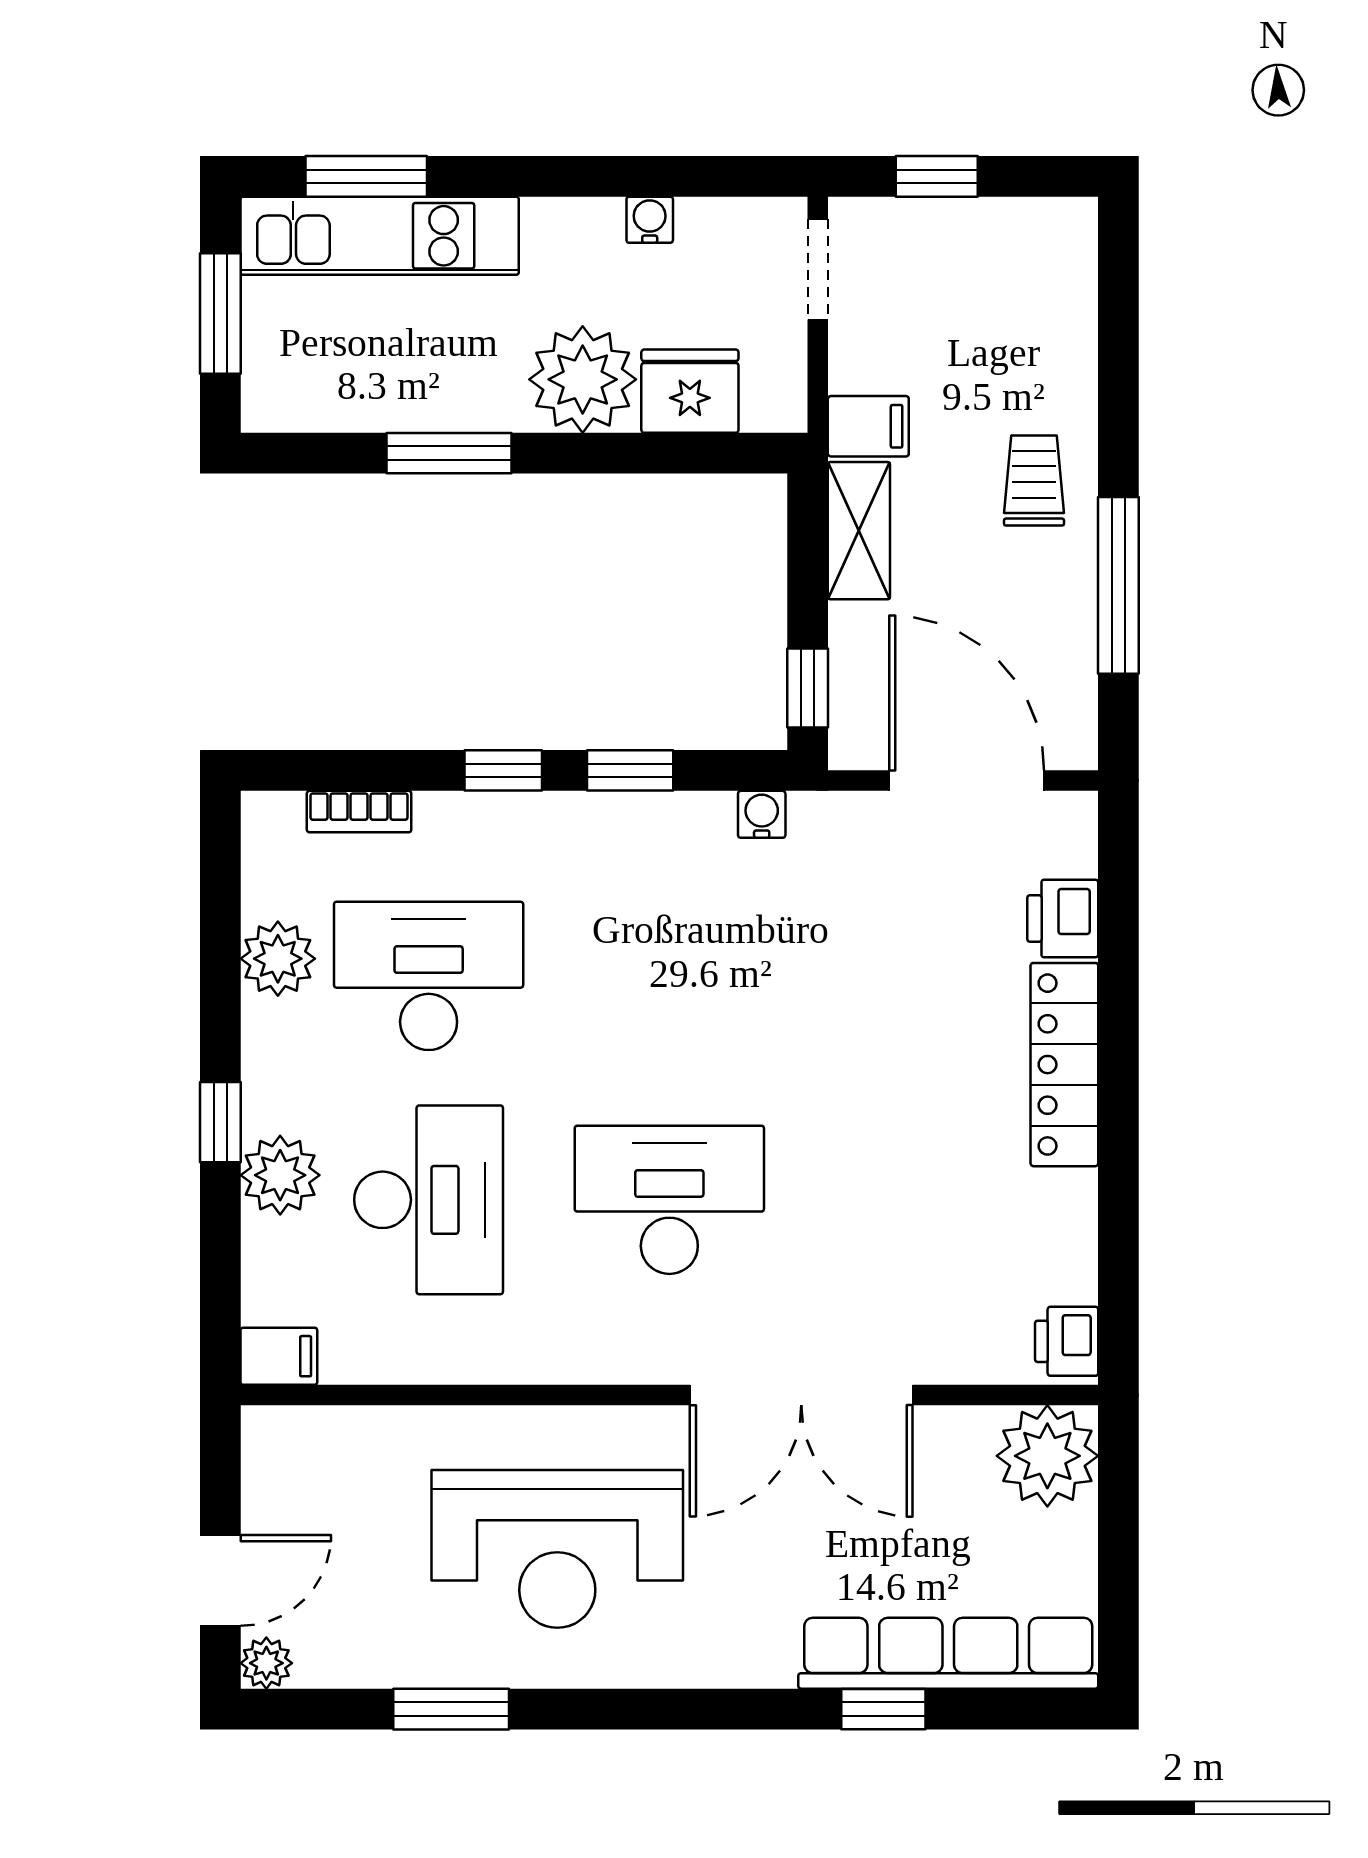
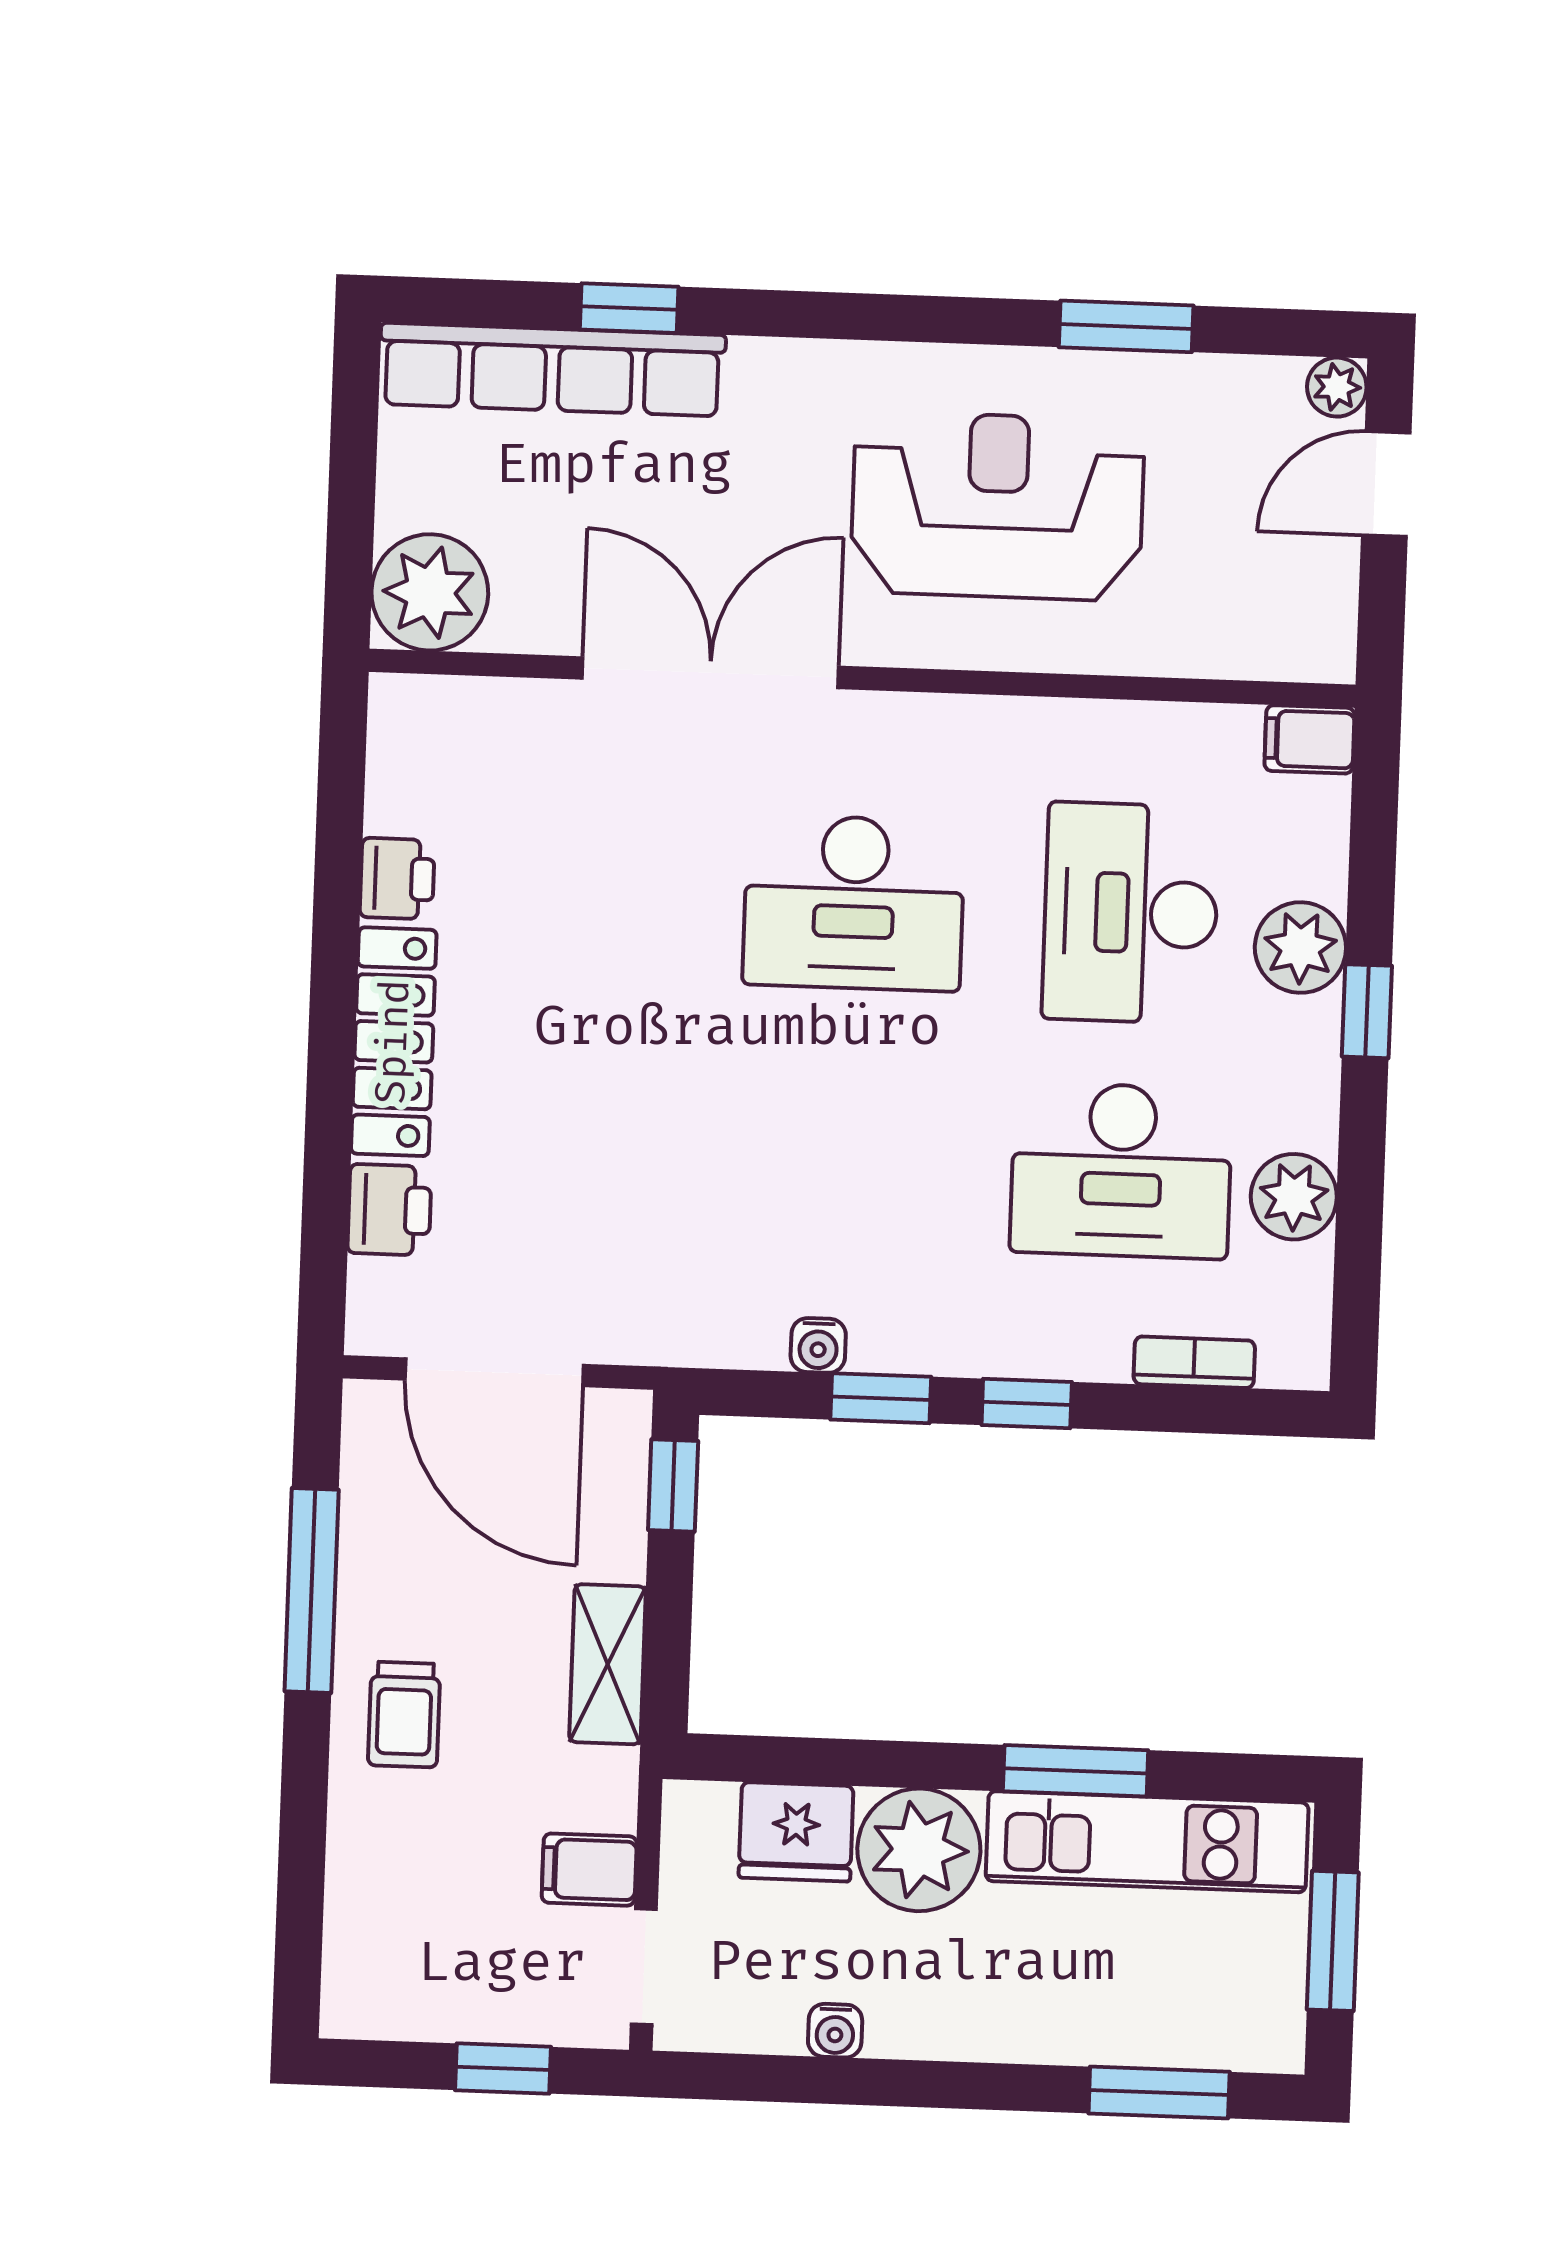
kitchen unit: (380, 236) -> (1147, 1842), moved, turned 180
filing cabinet: (868, 426) -> (589, 1870), moved
water cooler: (762, 814) -> (818, 1345), moved
printer: (1067, 1341) -> (397, 879), moved

